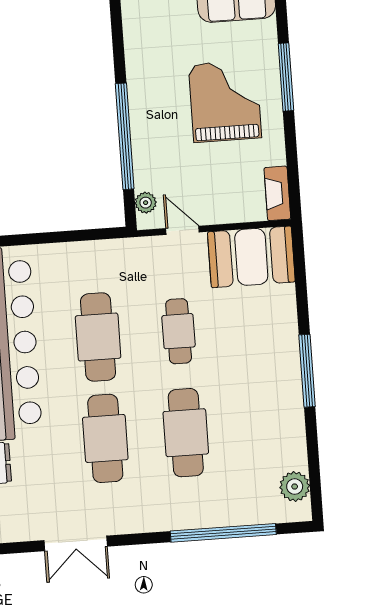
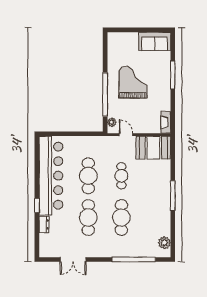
grand piano: (225, 101) -> (133, 82), moved

